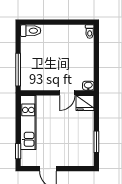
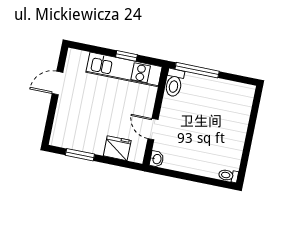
toilet: (31, 31) -> (174, 83), moved
fridge: (85, 103) -> (117, 148), moved, turned 90
window: (18, 151) -> (126, 56), moved

